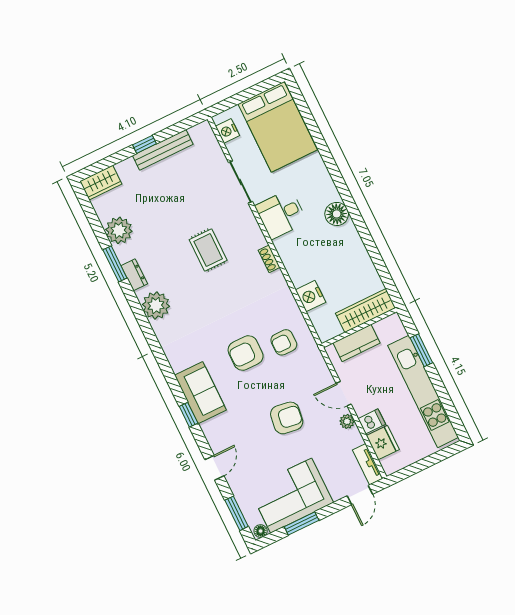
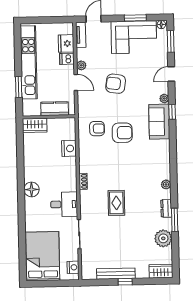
plant: (156, 305) -> (166, 184), width x0.53, depth x0.53
wardrobe: (365, 311) -> (35, 125), width x0.67
plant: (208, 429) -> (164, 99), added

